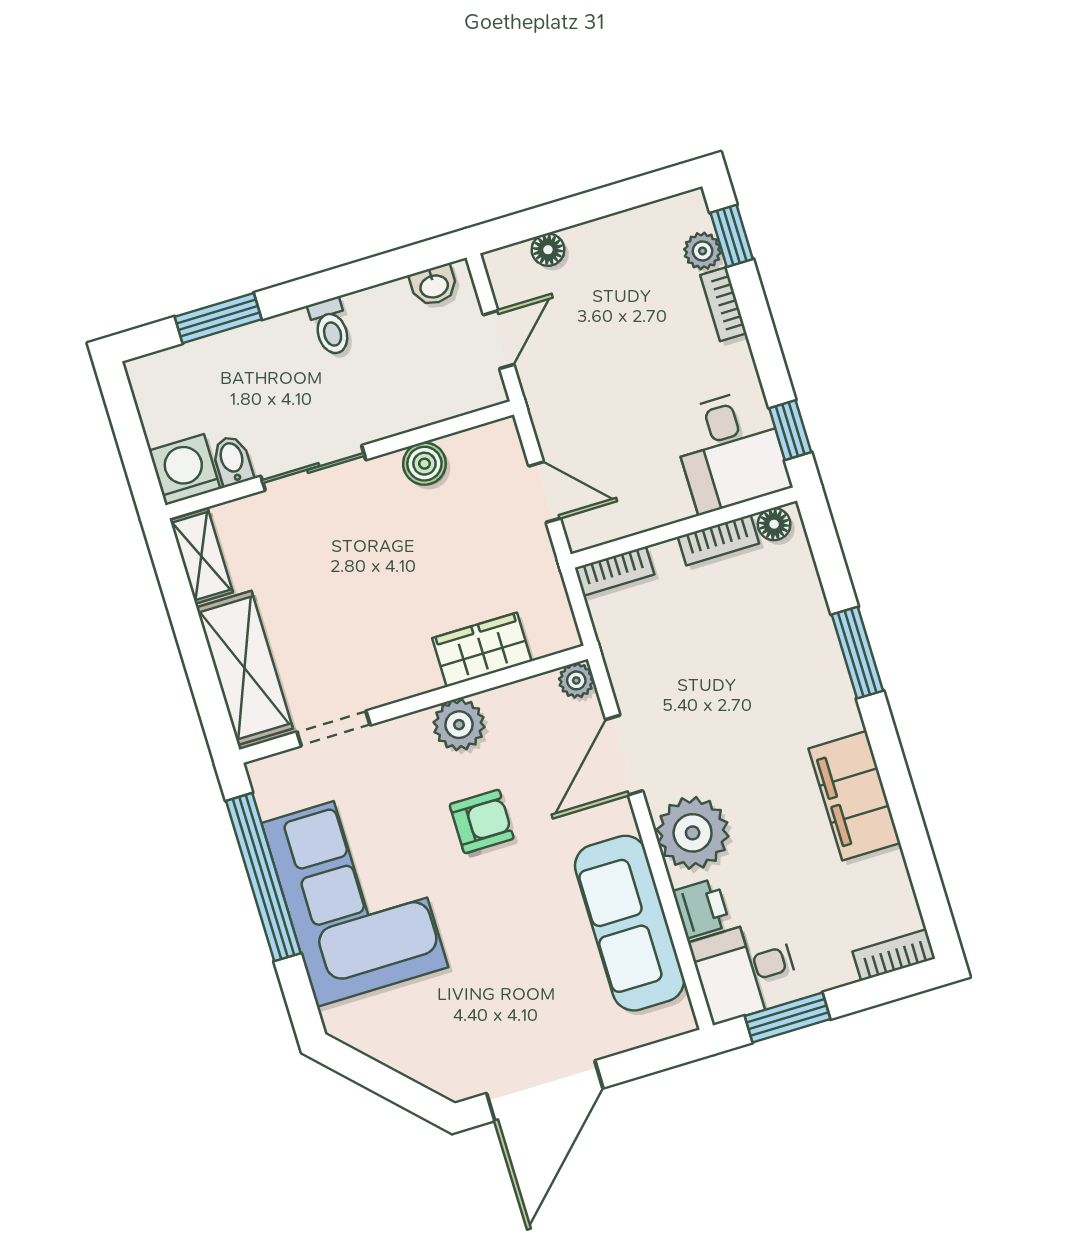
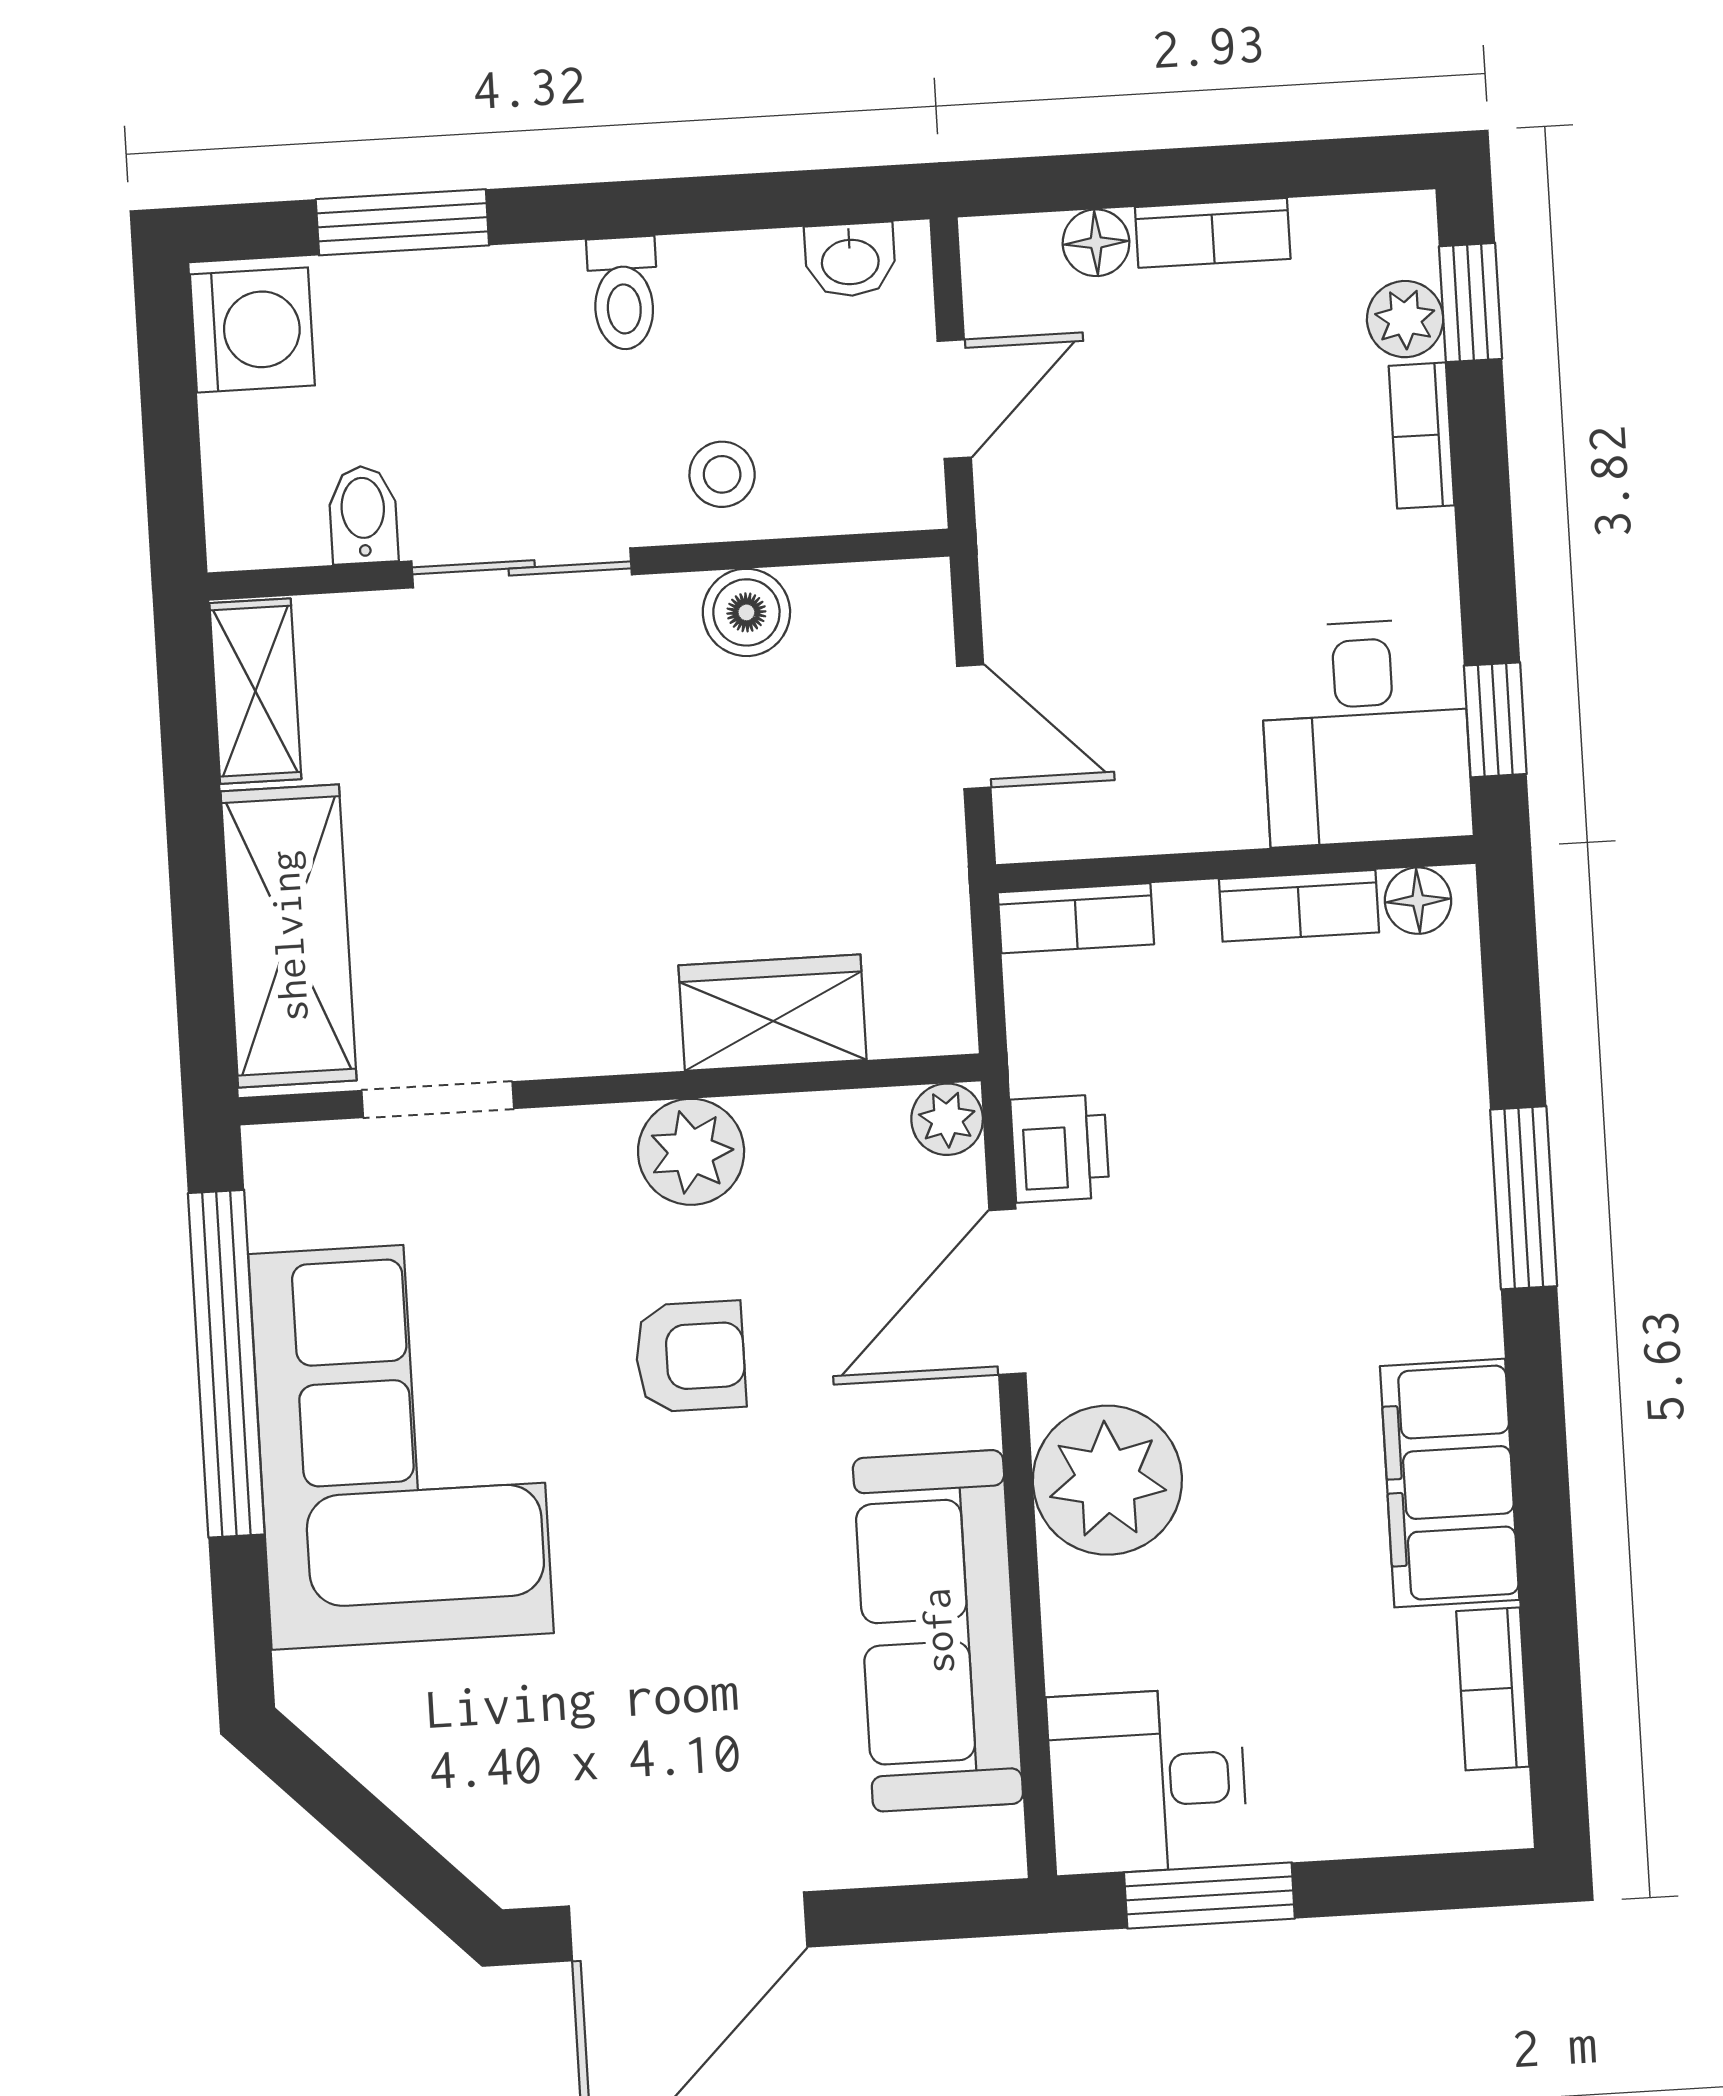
bookcase: (602, 232) -> (1213, 233), added
stool: (397, 401) -> (722, 474), added
washing machine: (185, 470) -> (252, 330), moved, turned 90
printer: (701, 908) -> (1060, 1148), moved
bookcase: (894, 955) -> (1493, 1689), moved, turned -90

